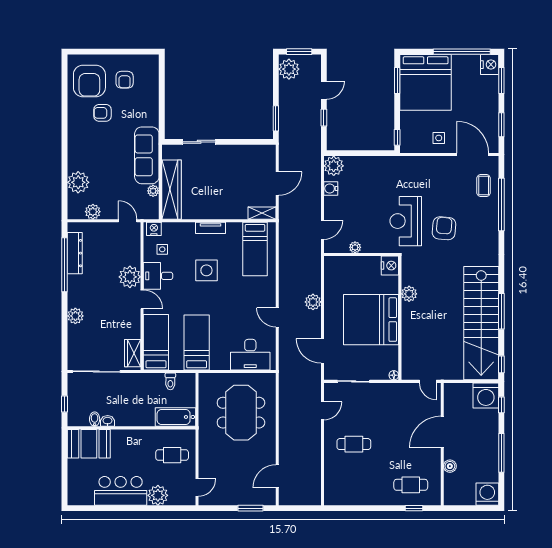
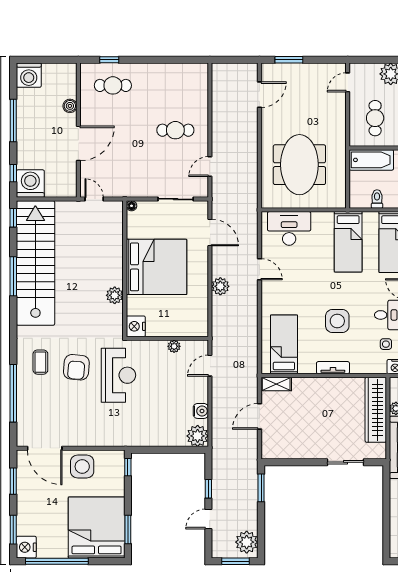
side table: (439, 138) -> (82, 467), width x1.87, depth x1.87
coffee table: (484, 186) -> (40, 362), moved
cafe table: (172, 455) -> (375, 118), turned 90

